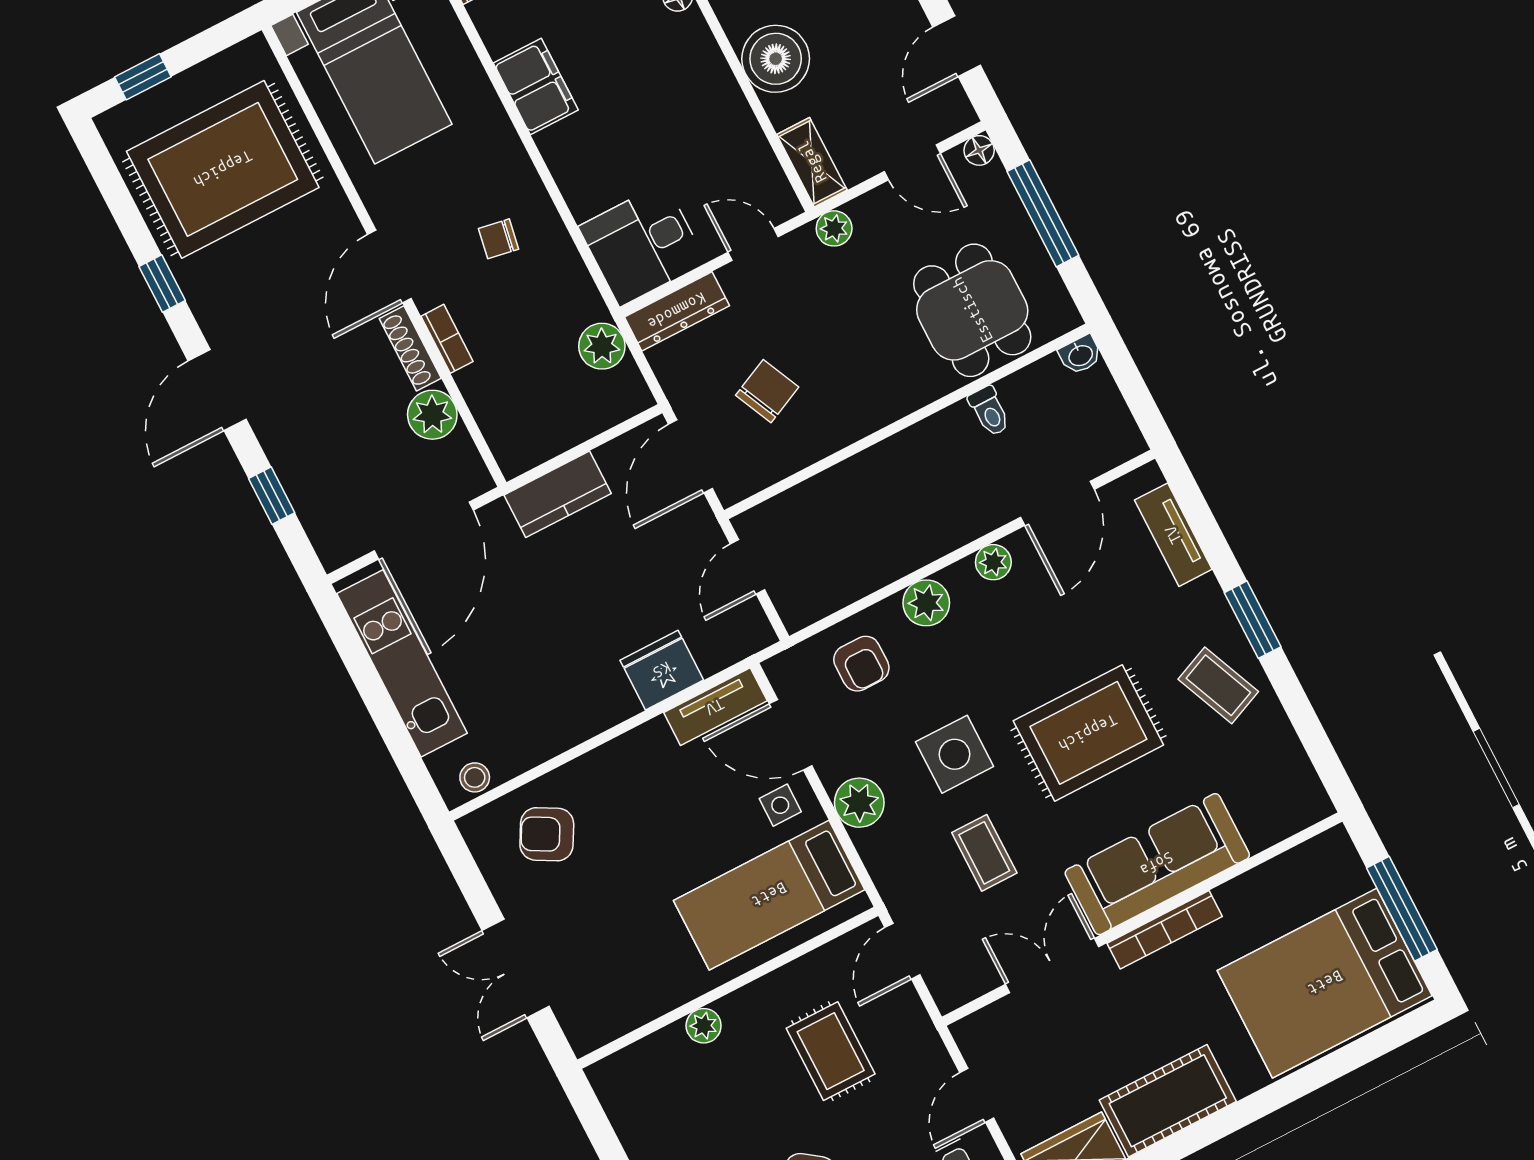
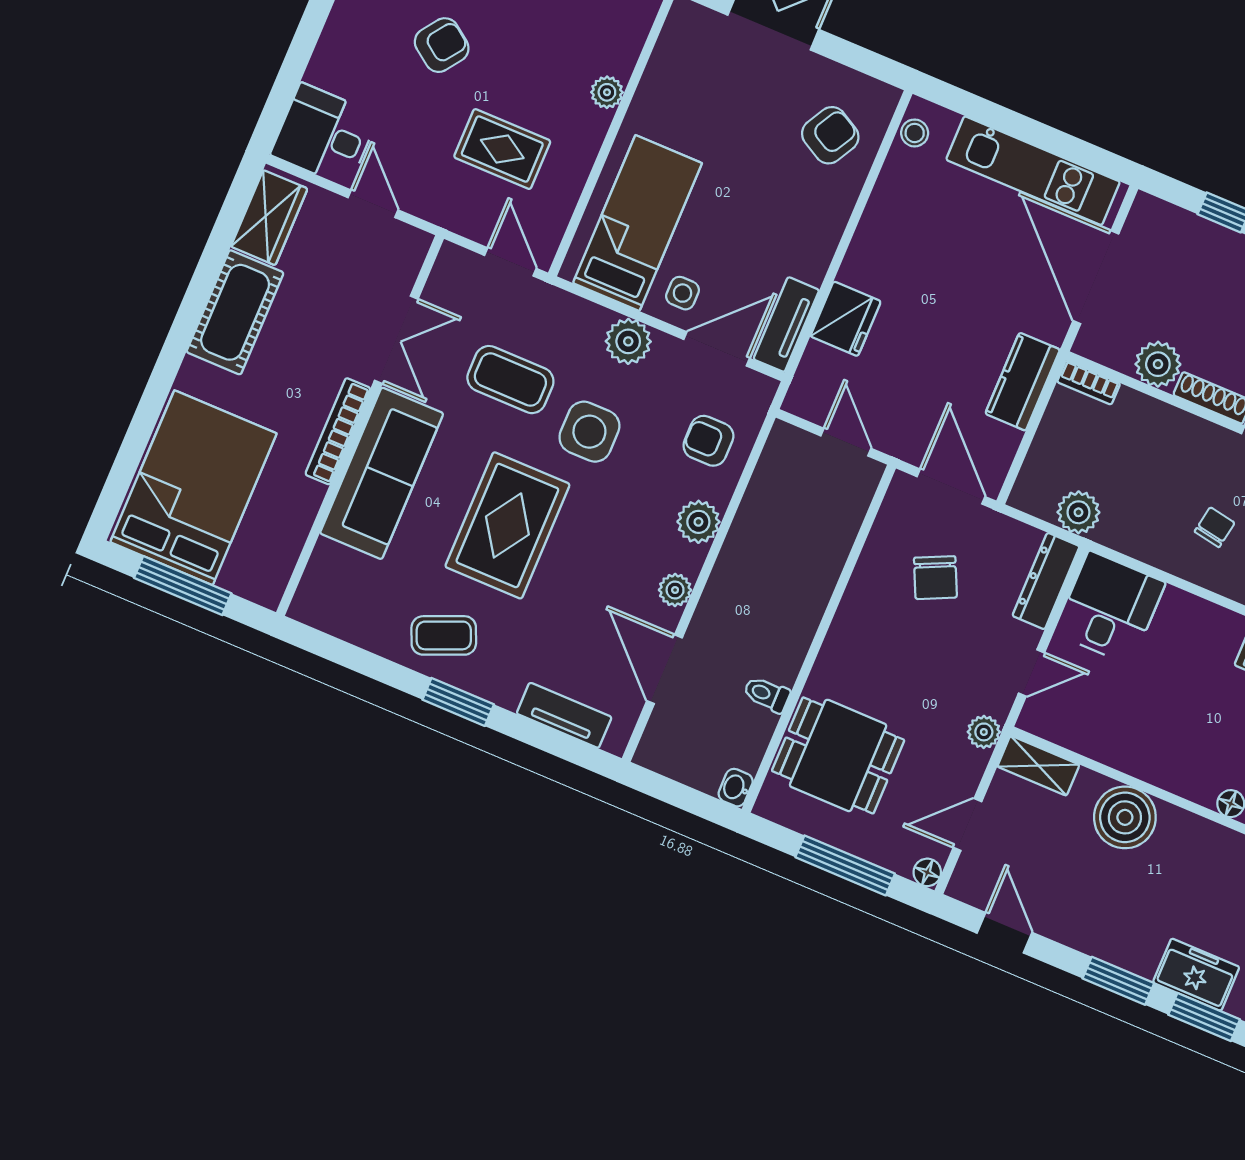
bookcase: (447, 339) -> (1089, 383), moved
coffee table: (984, 853) -> (510, 380), width x1.36, depth x1.30

